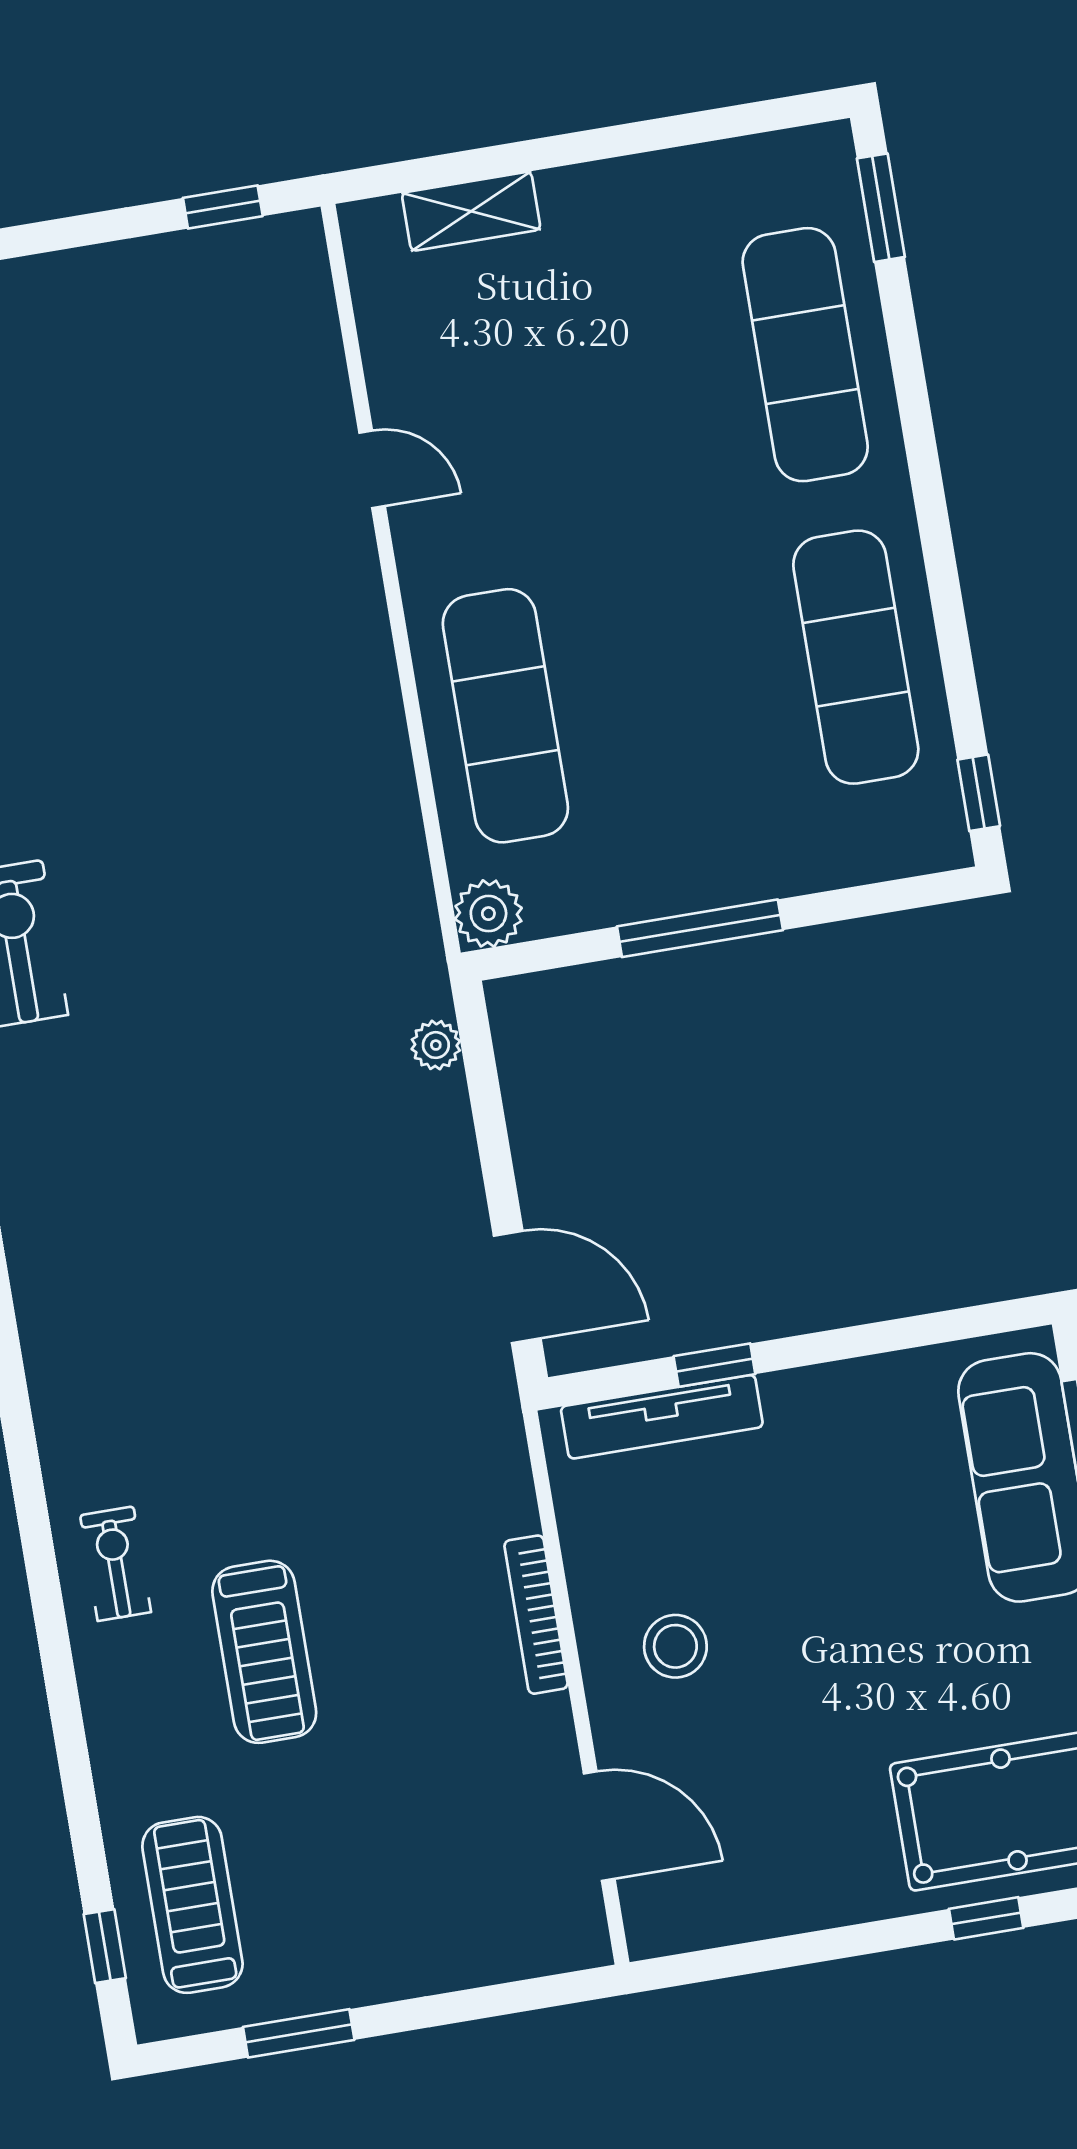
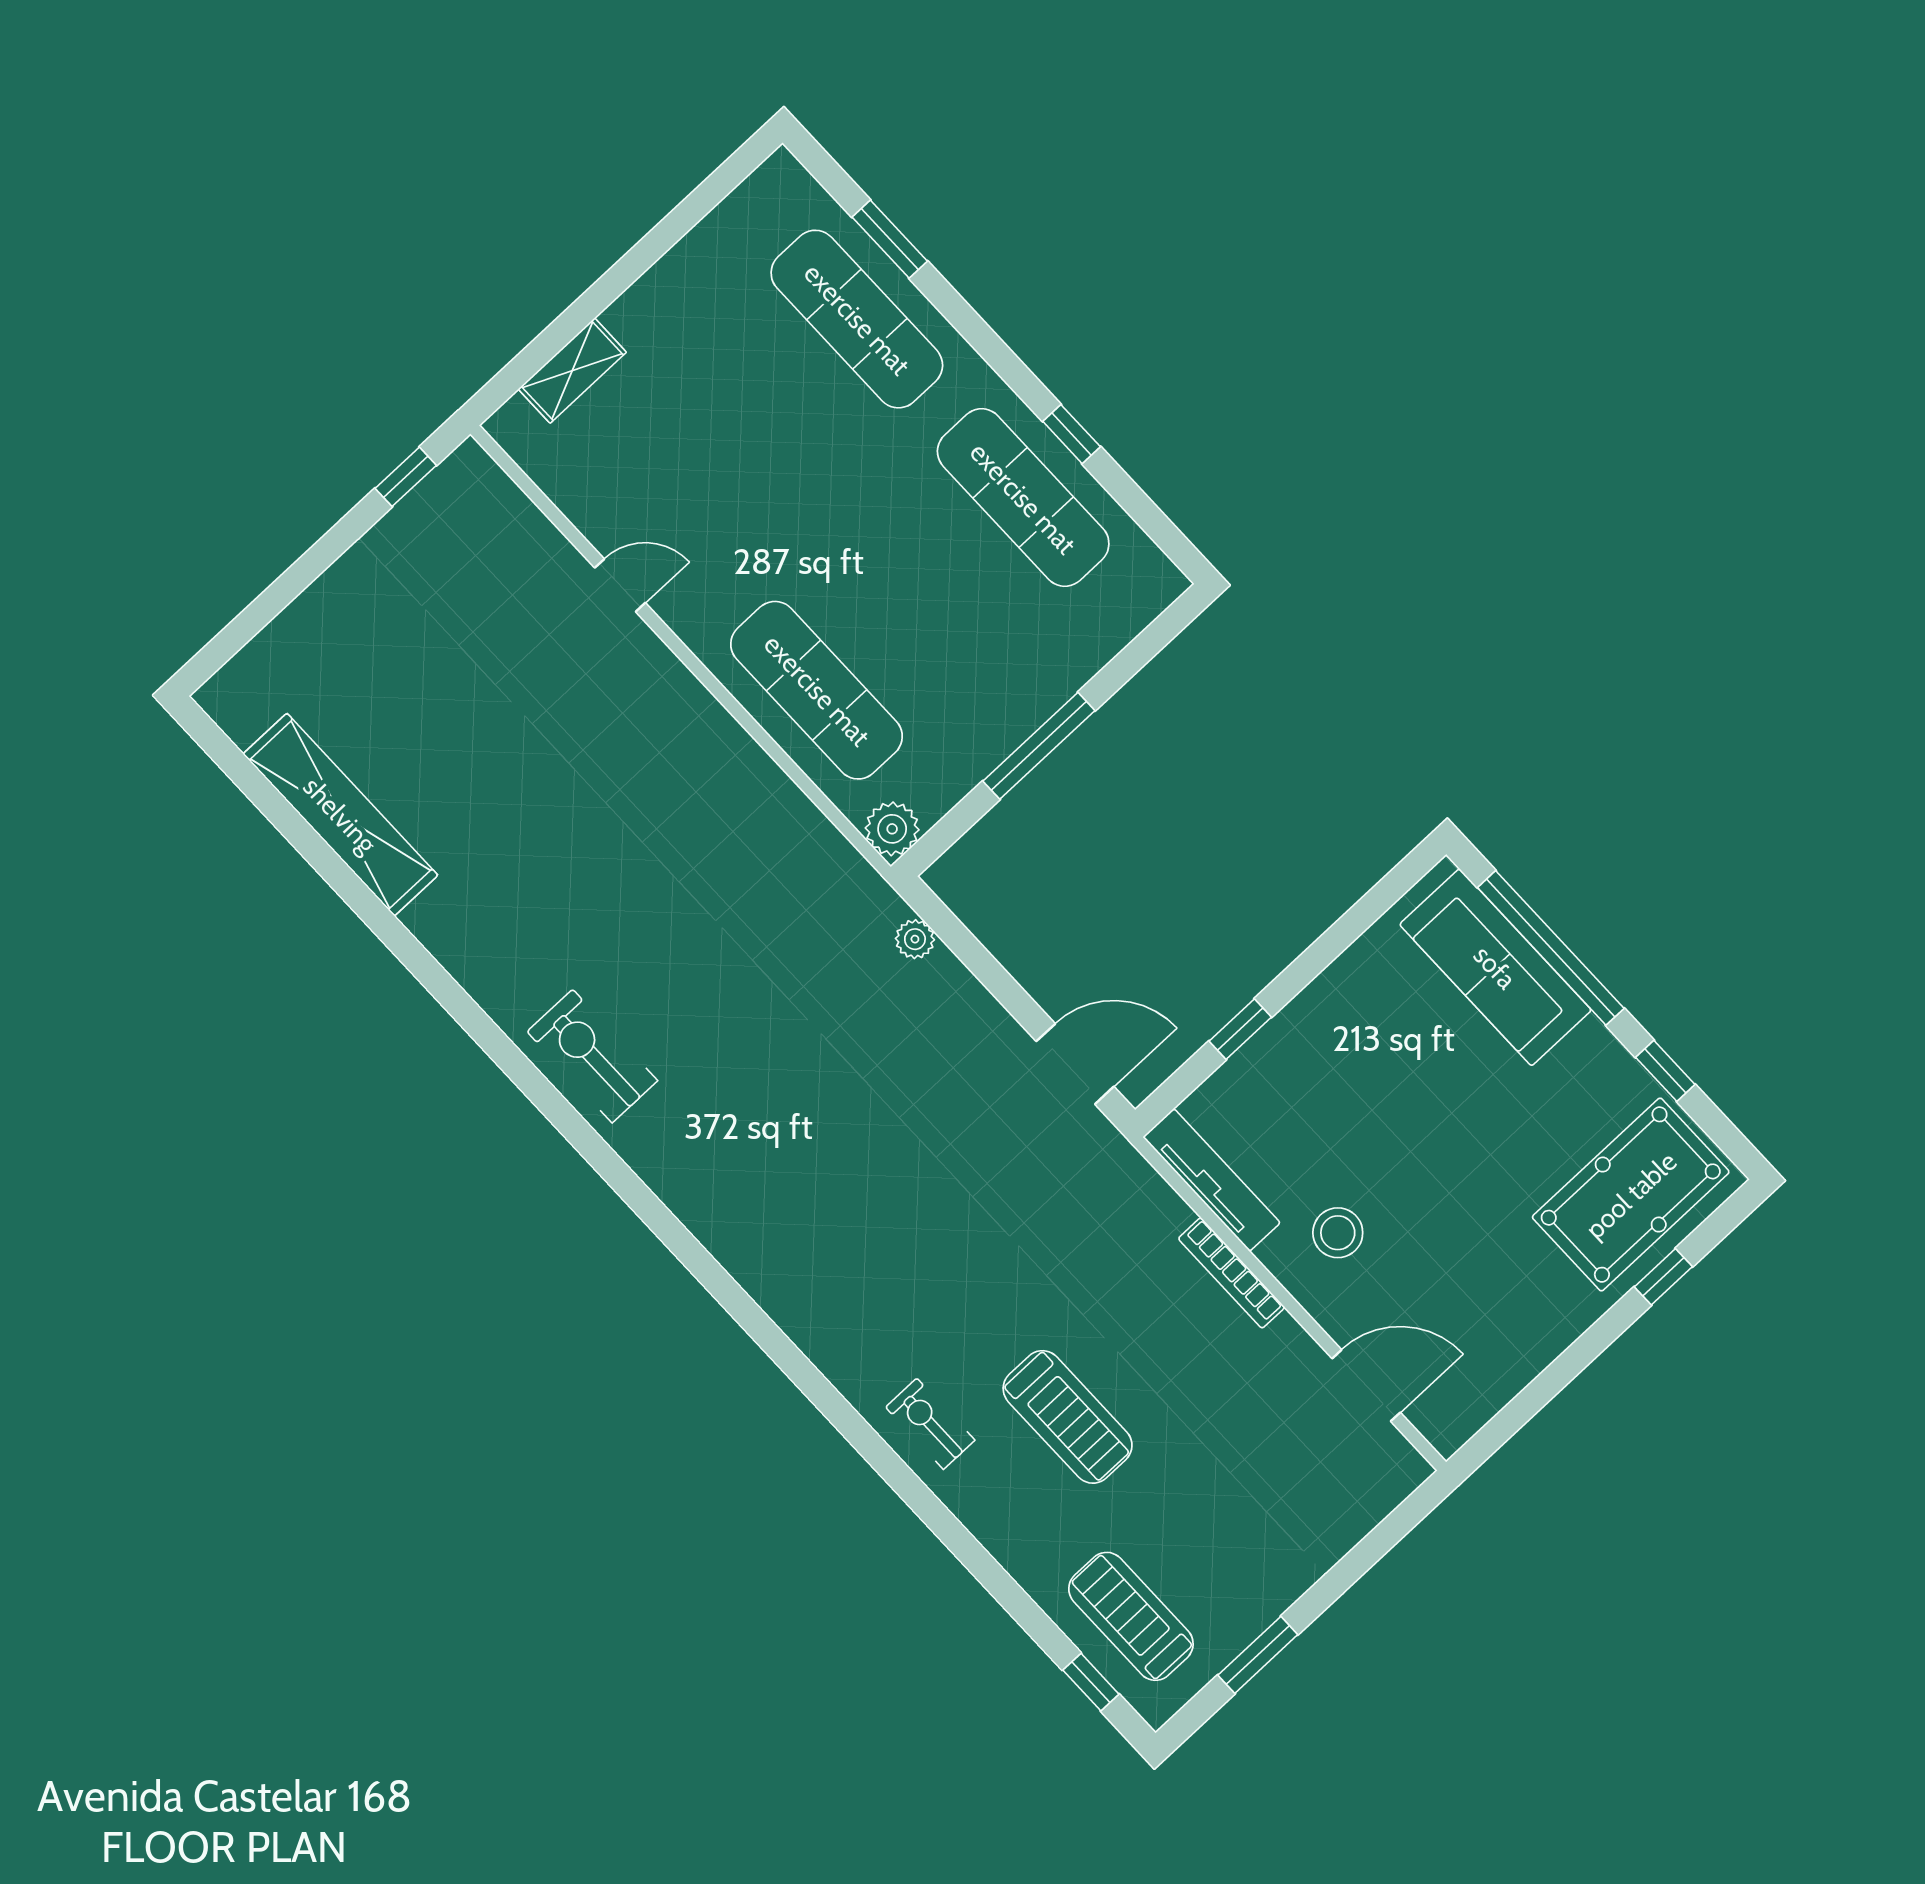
window: (881, 208) -> (890, 239), moved
window: (979, 793) -> (1072, 434), moved
tv unit: (662, 1417) -> (1212, 1180), moved, turned -90

